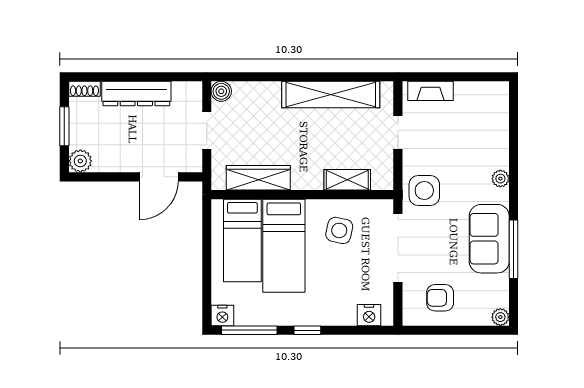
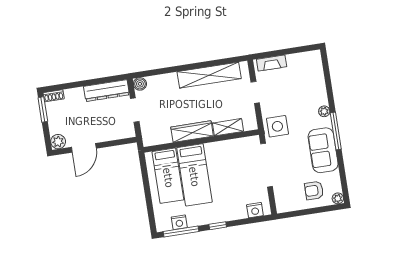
dresser: (136, 94) -> (106, 91), moved
window: (64, 126) -> (43, 110), moved
door: (159, 177) -> (84, 148), moved
wardrobe: (258, 178) -> (192, 132), moved
side table: (339, 230) -> (228, 160), removed
window: (514, 249) -> (336, 131), moved
armchair: (440, 298) -> (314, 190), moved
nightstand: (222, 315) -> (179, 222), moved

